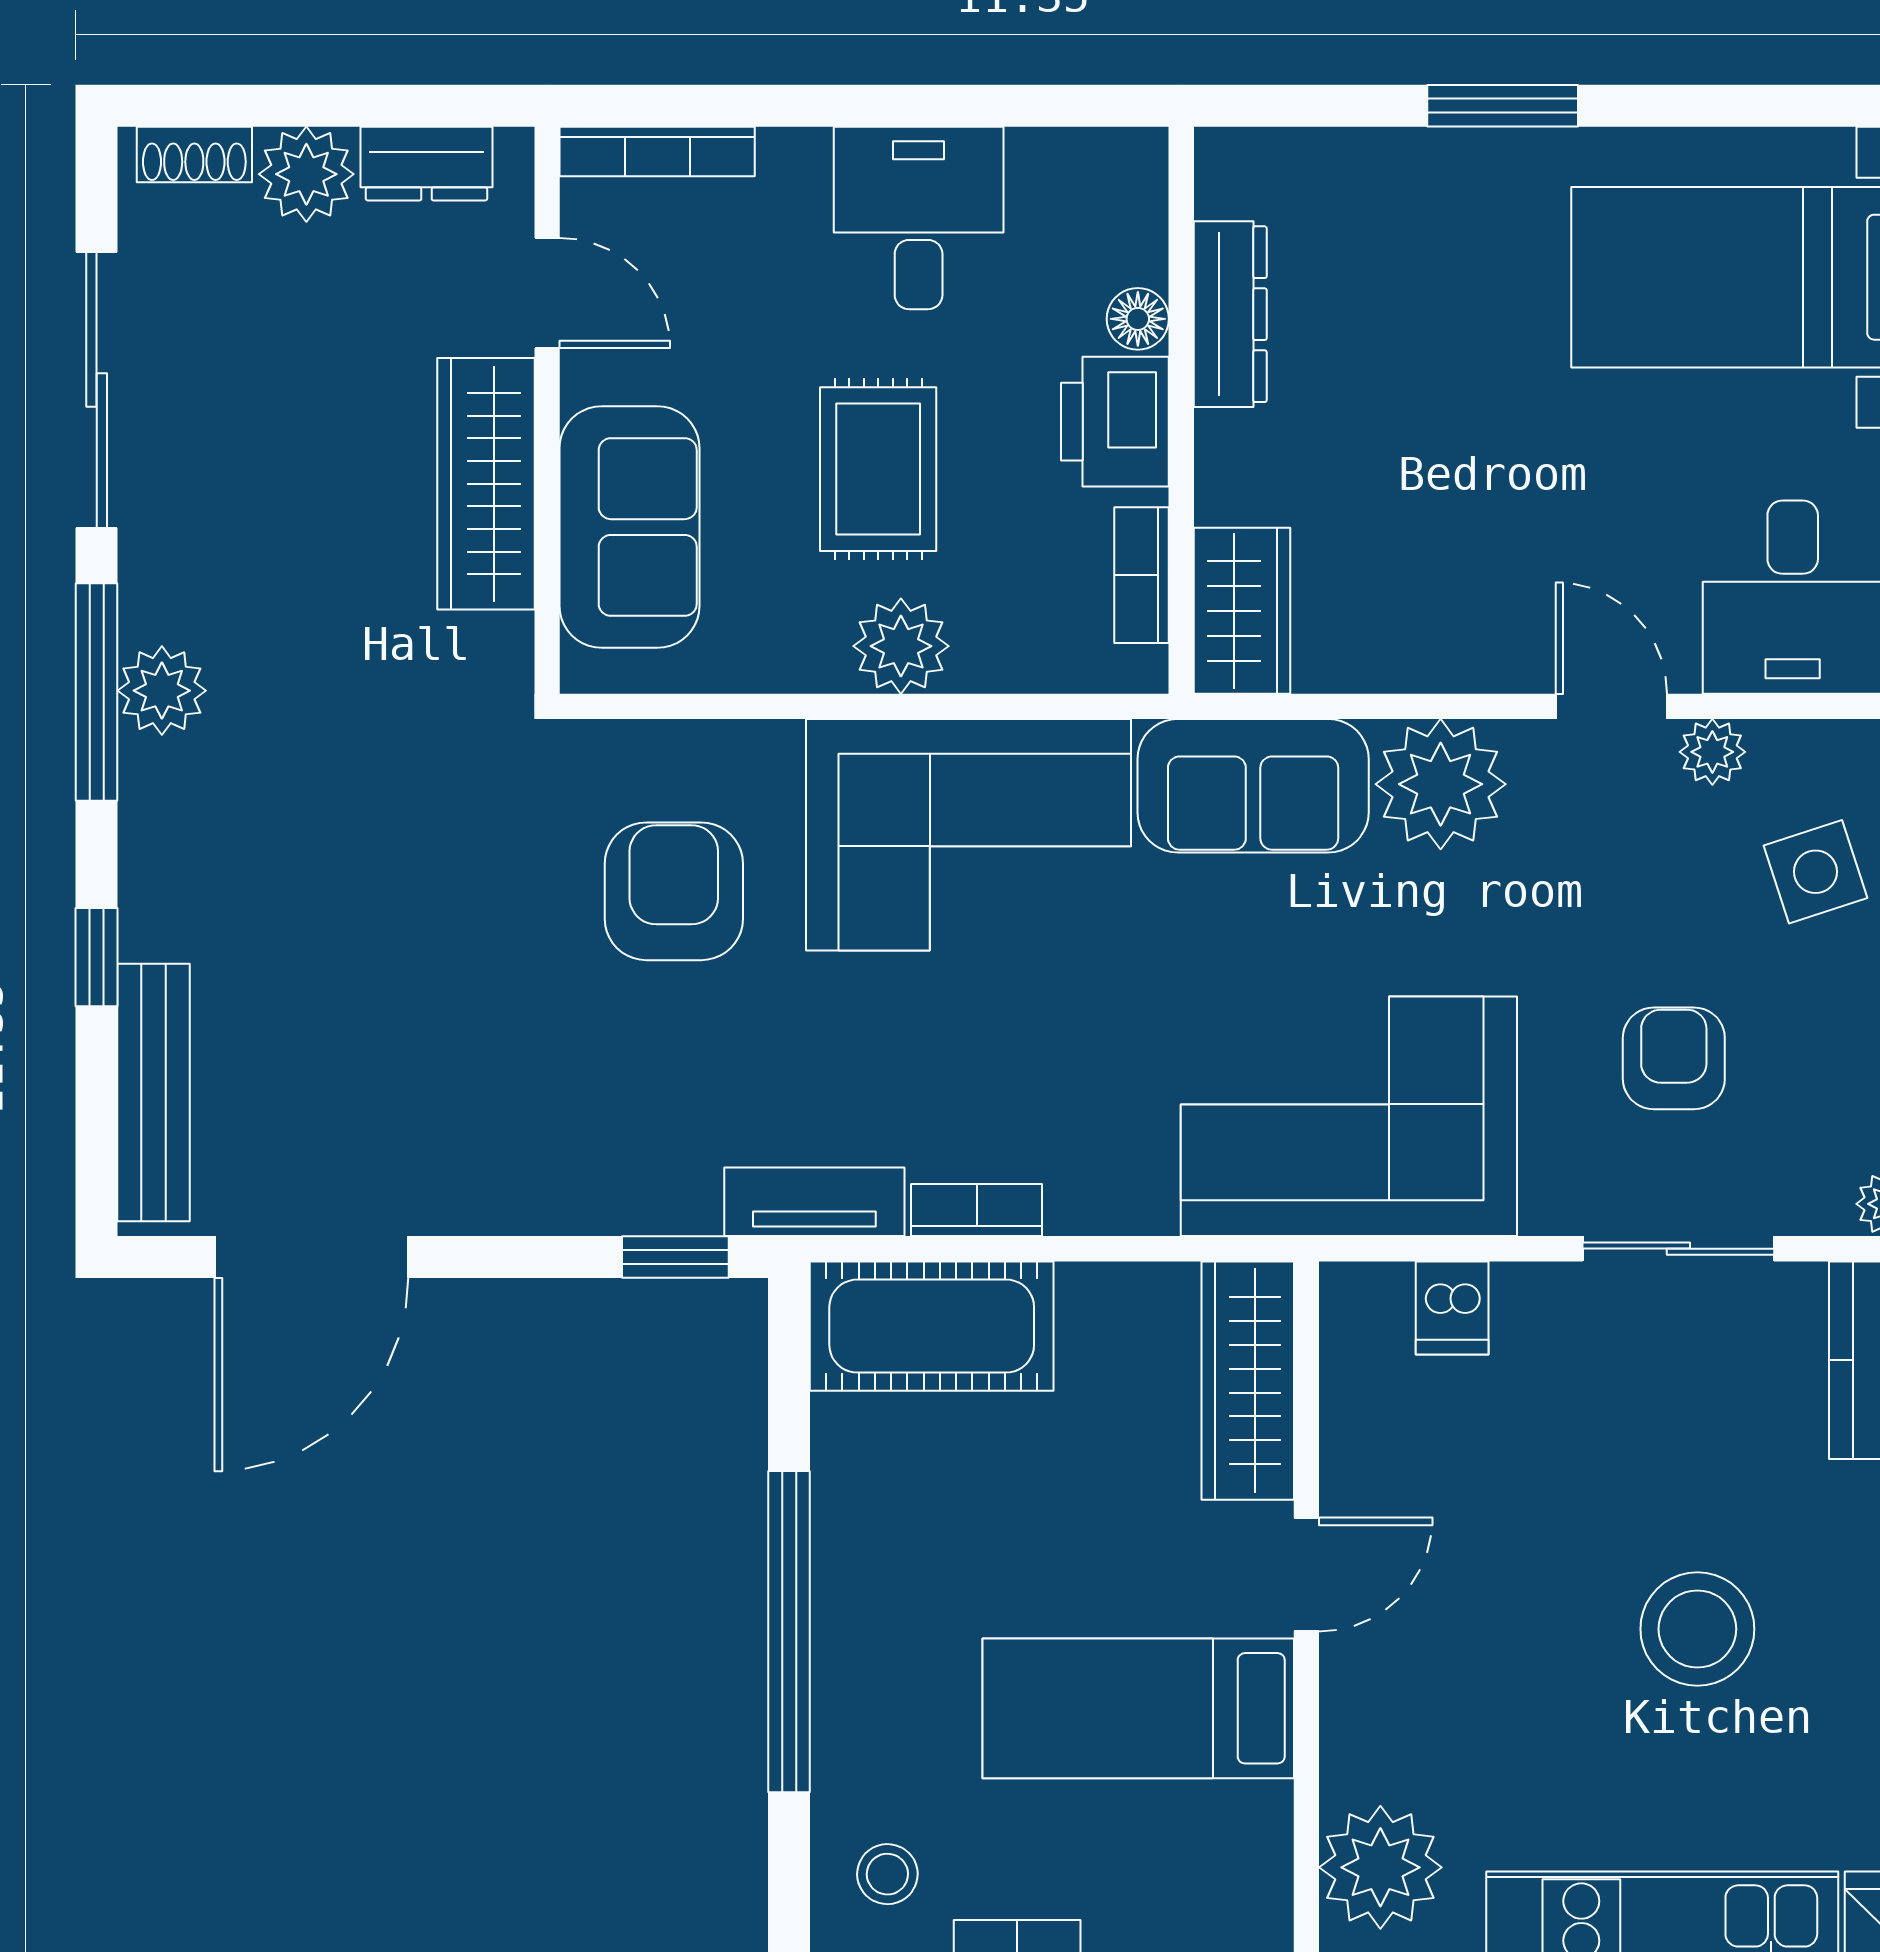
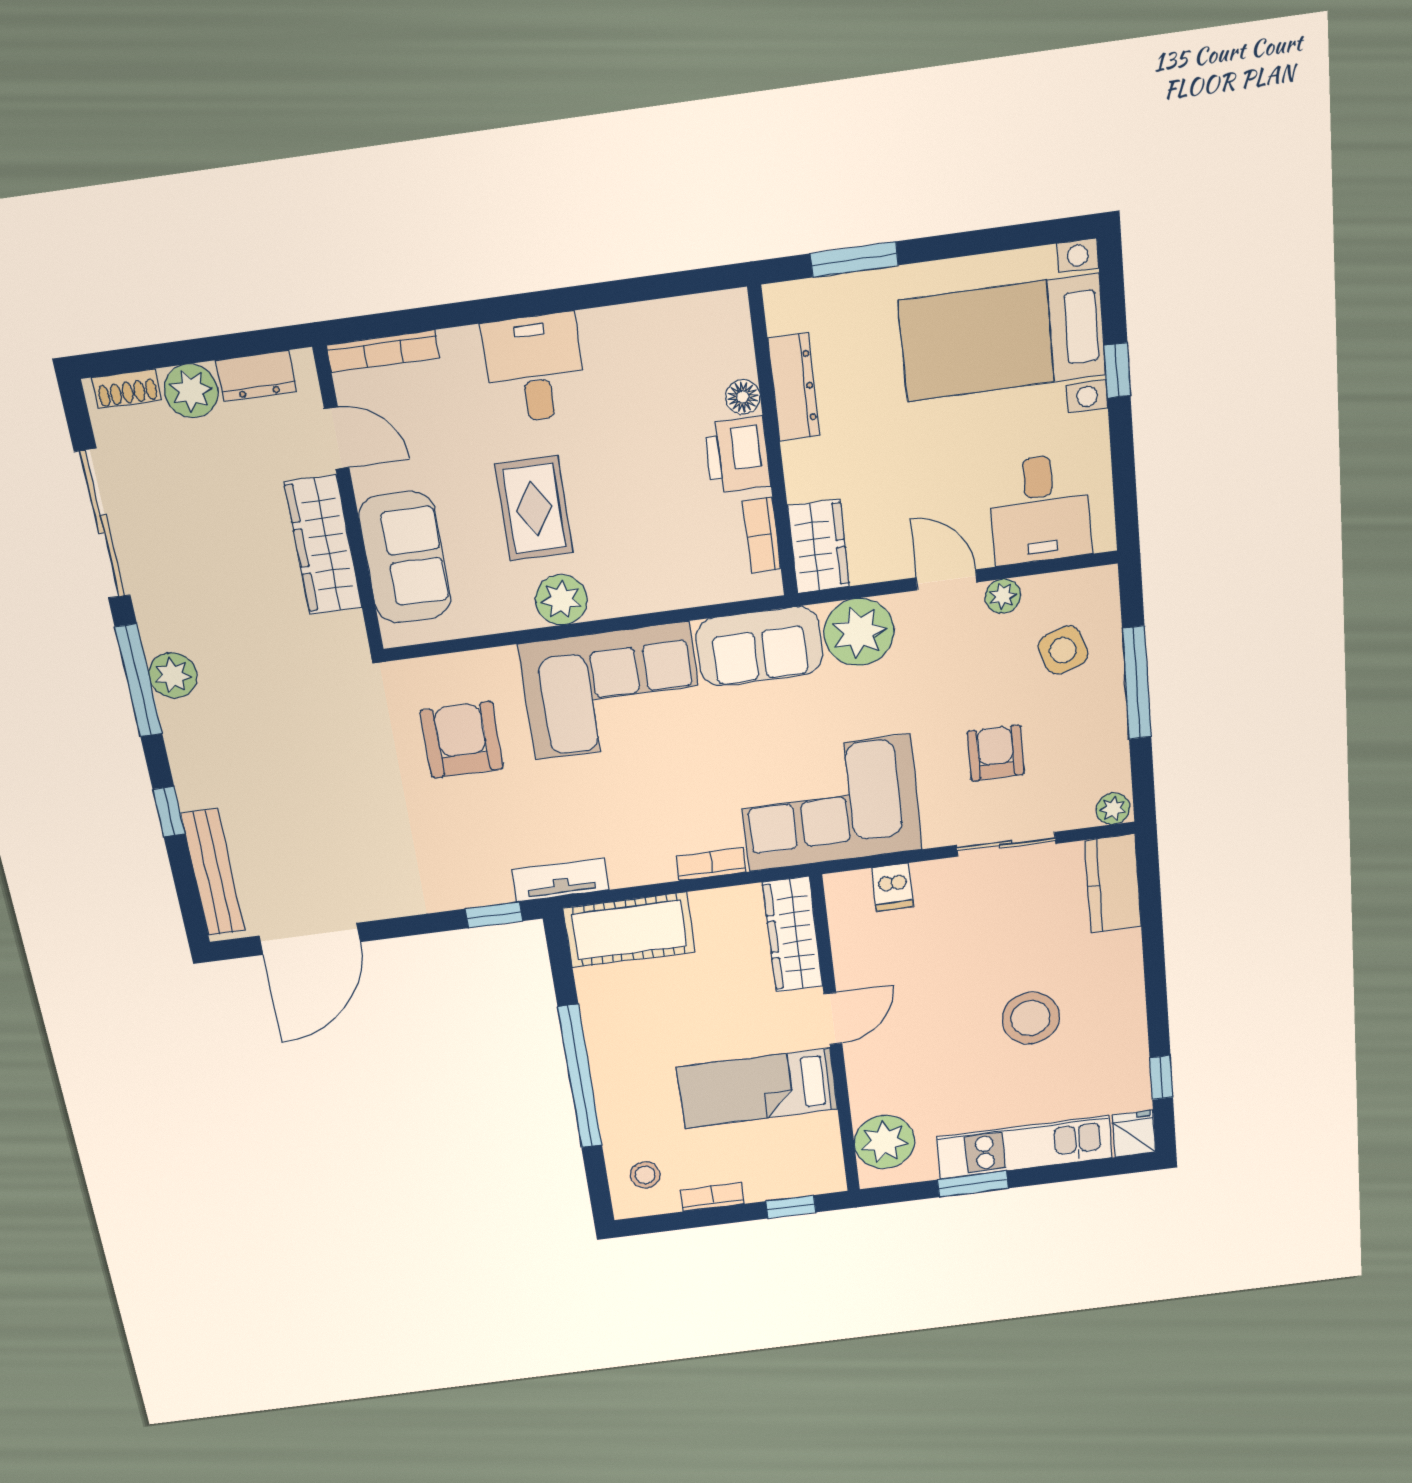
dresser: (1230, 314) -> (794, 387), moved
floor lamp: (1138, 319) -> (743, 397), moved
wall: (1181, 410) -> (773, 444), moved
printer: (1115, 422) -> (737, 455), moved
bookcase: (1142, 575) -> (762, 535), moved
wardrobe: (1242, 611) -> (819, 546), moved
bookcase: (977, 1210) -> (711, 864), moved

